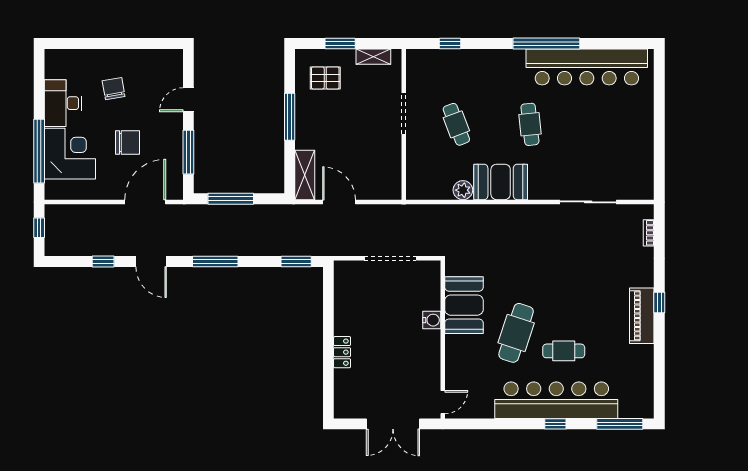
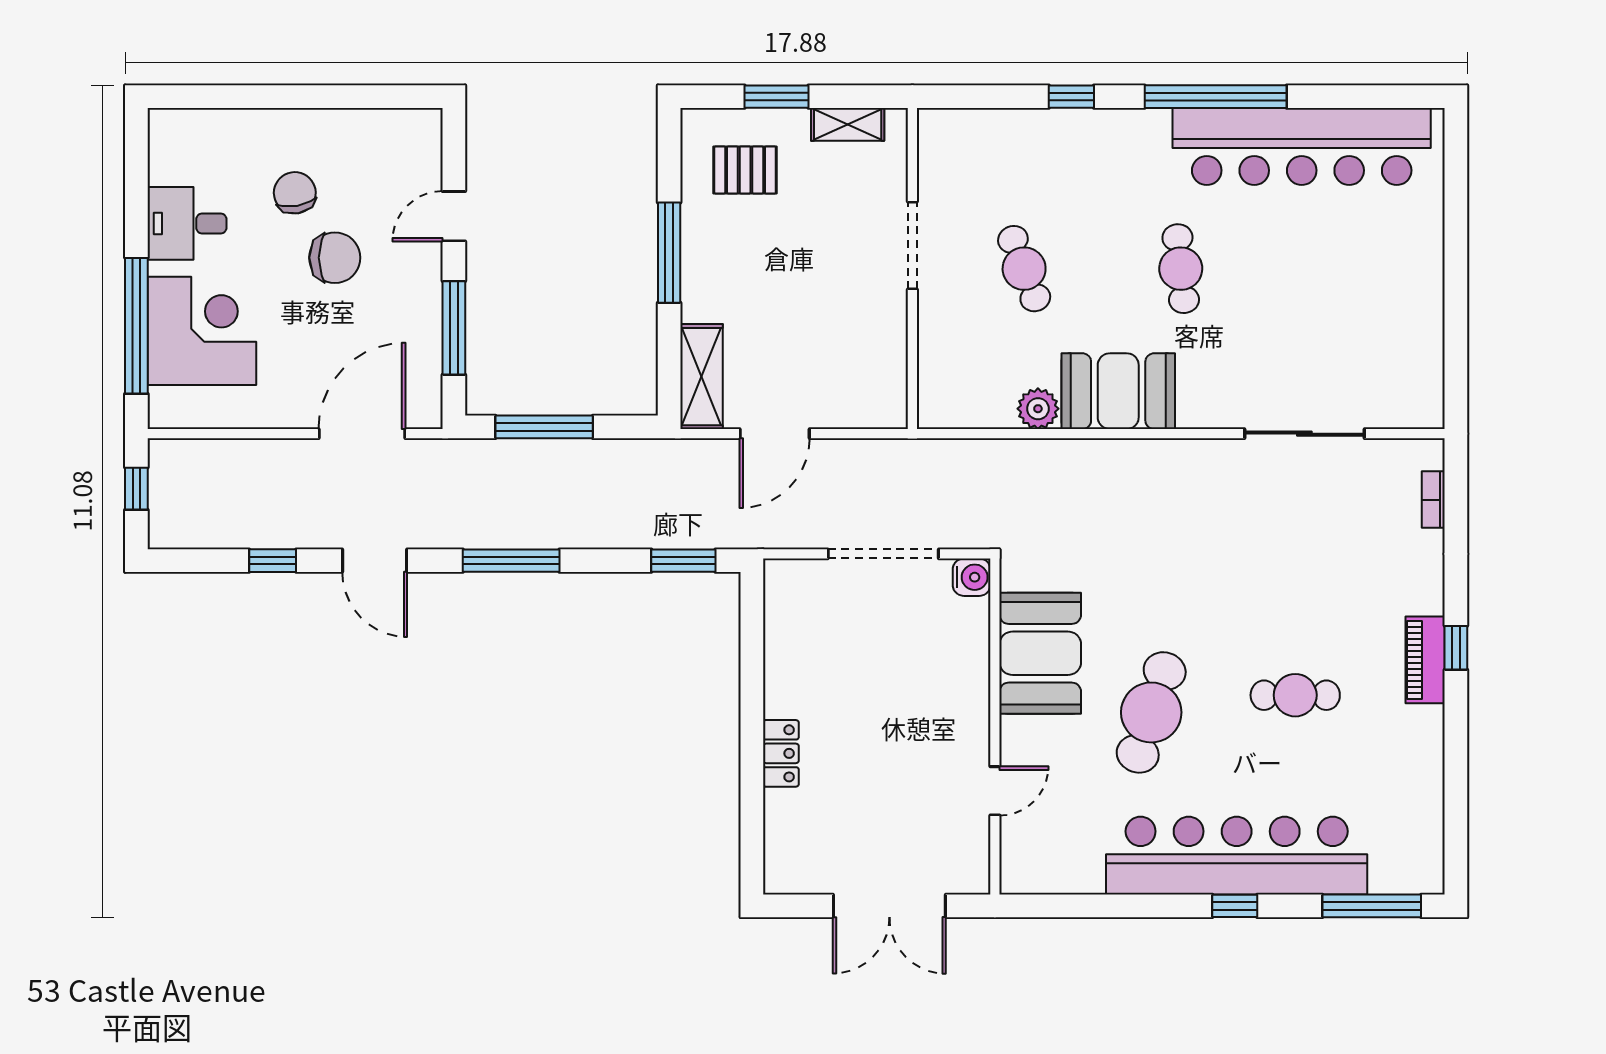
window: (450, 44) -> (1071, 97), moved
desk: (63, 103) -> (187, 223), width x0.73
chair: (128, 143) -> (335, 258), moved
door: (339, 202) -> (775, 434), swing flipped
piano: (642, 316) -> (1425, 660), width x0.73, depth x0.75
water cooler: (432, 320) -> (972, 577), moved
cafe table: (564, 351) -> (1295, 695), moved
door: (443, 402) -> (995, 791), moved

